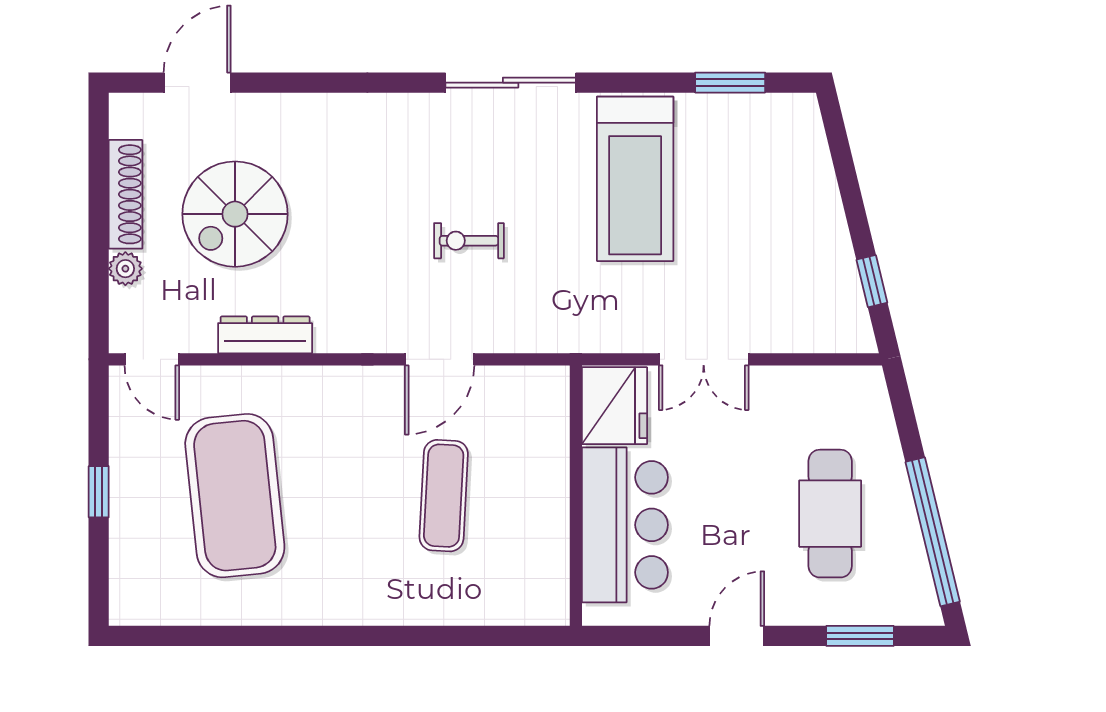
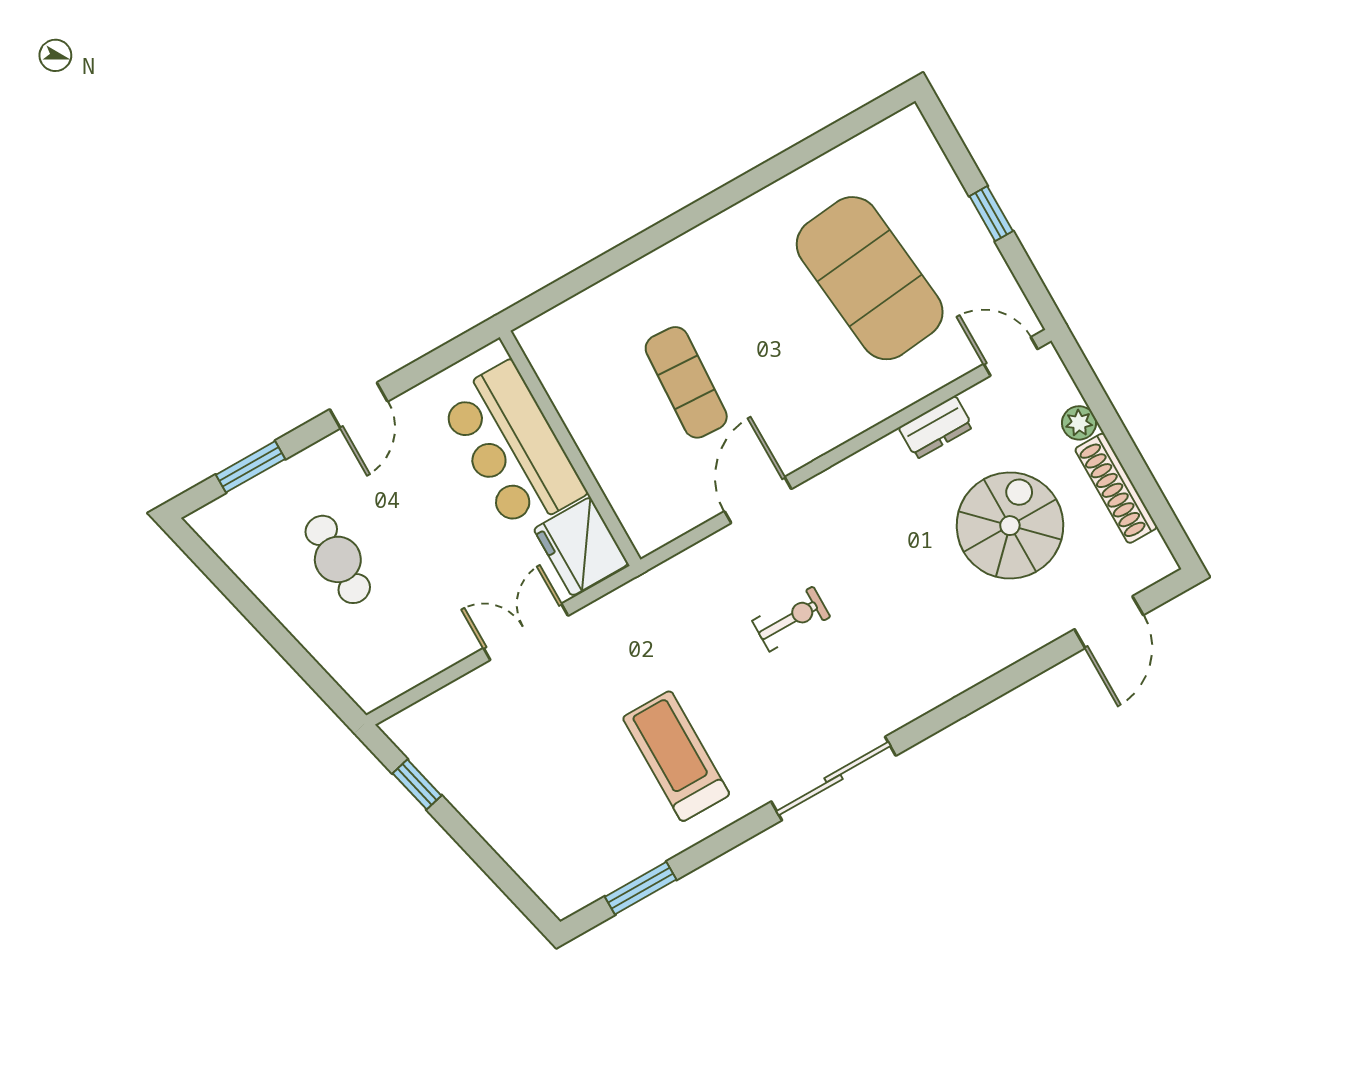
treadmill: (635, 179) -> (676, 756), width x0.73, depth x0.73
dresser: (265, 335) -> (936, 427), width x0.70
cafe table: (830, 514) -> (338, 559), width x0.73, depth x0.74
window: (933, 532) -> (239, 595), removed

